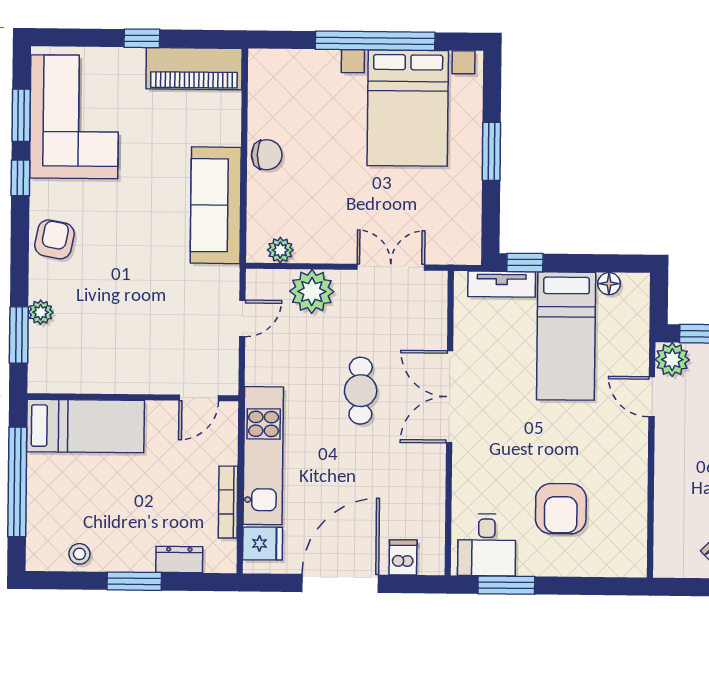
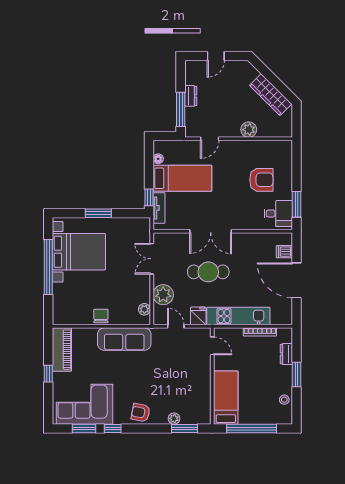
plant: (672, 360) -> (249, 130), moved
cafe table: (361, 391) -> (208, 272), width x1.37, depth x1.35
fridge: (263, 543) -> (198, 316), moved

